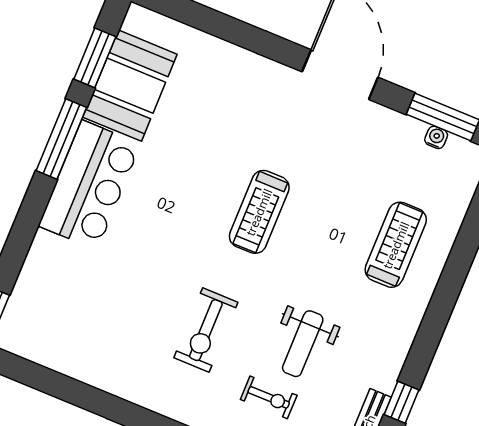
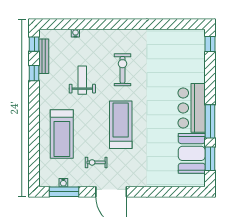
treadmill: (259, 212) -> (121, 125), width x1.37, depth x1.38
treadmill: (396, 245) -> (62, 134), width x1.37, depth x1.38
exercise bike: (269, 397) -> (96, 162), moved

